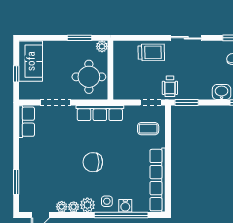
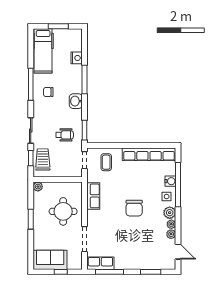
window: (153, 38) -> (31, 158), added
plant: (102, 46) -> (38, 187), moved
wall: (110, 70) -> (58, 180), moved
wheelchair: (170, 86) -> (65, 135), moved
row of seats: (100, 113) -> (93, 196), width x0.68
window: (16, 133) -> (109, 272), added

